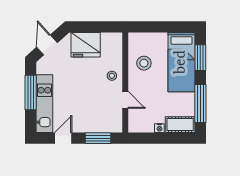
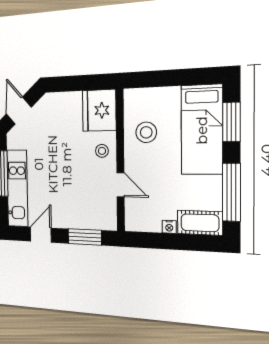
fridge: (86, 45) -> (99, 110), moved, turned 90

